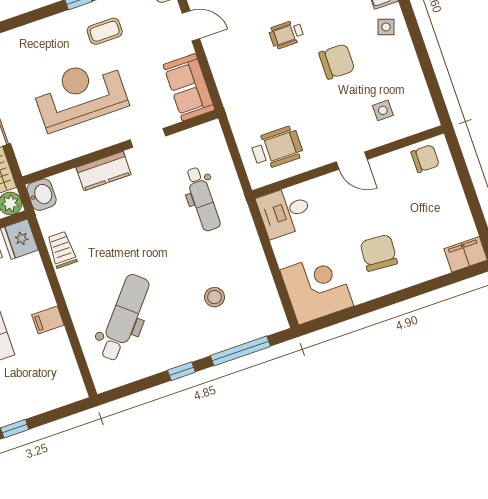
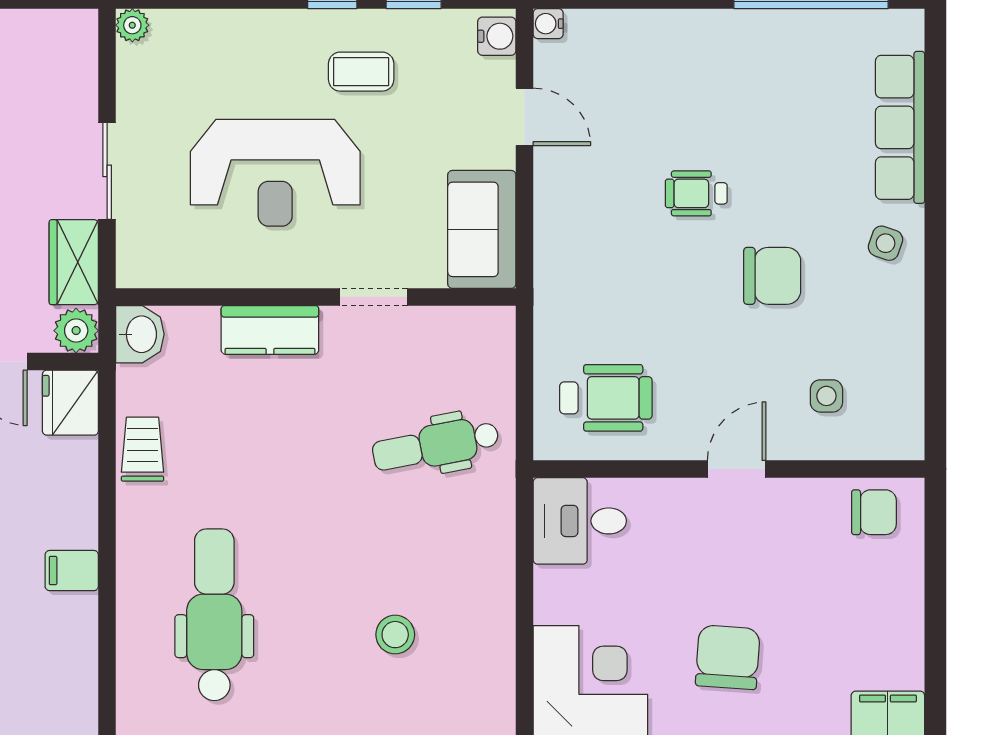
reception desk: (80, 94) -> (275, 173), turned 180
door: (352, 161) -> (737, 469), swing flipped
dental chair: (203, 199) -> (436, 445), turned 79
dental chair: (124, 318) -> (214, 615), turned -40

